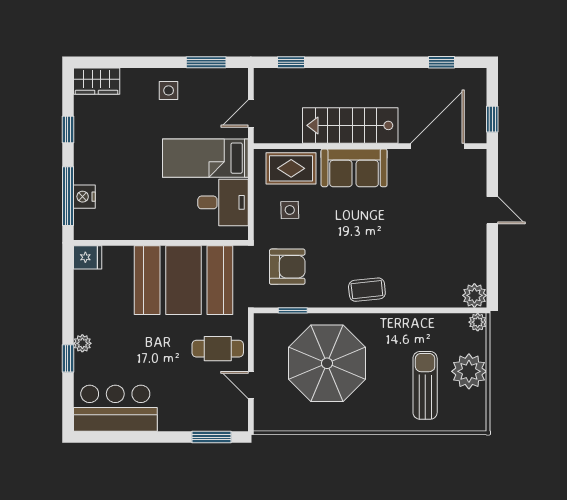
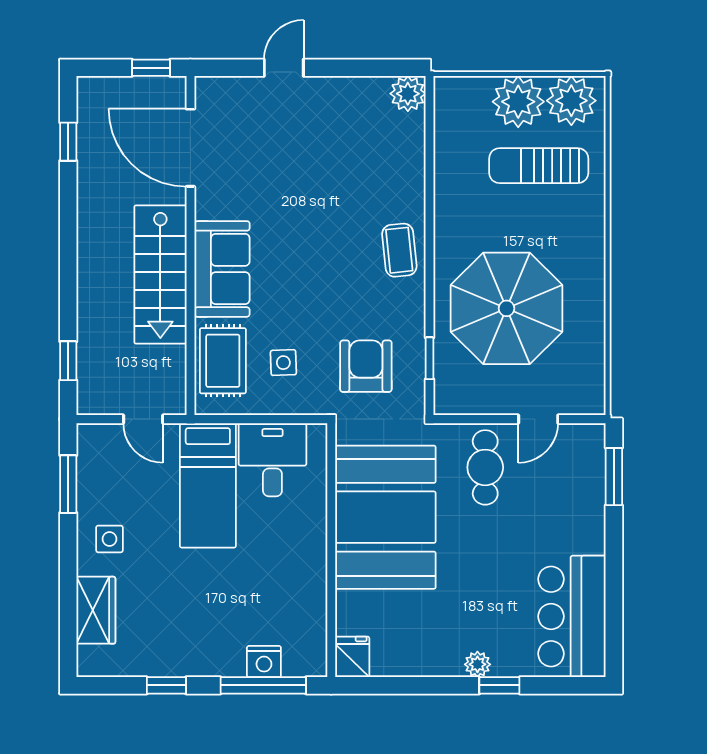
wardrobe: (97, 81) -> (96, 610), moved
plant: (478, 322) -> (571, 101), moved, width x1.88, depth x1.88

